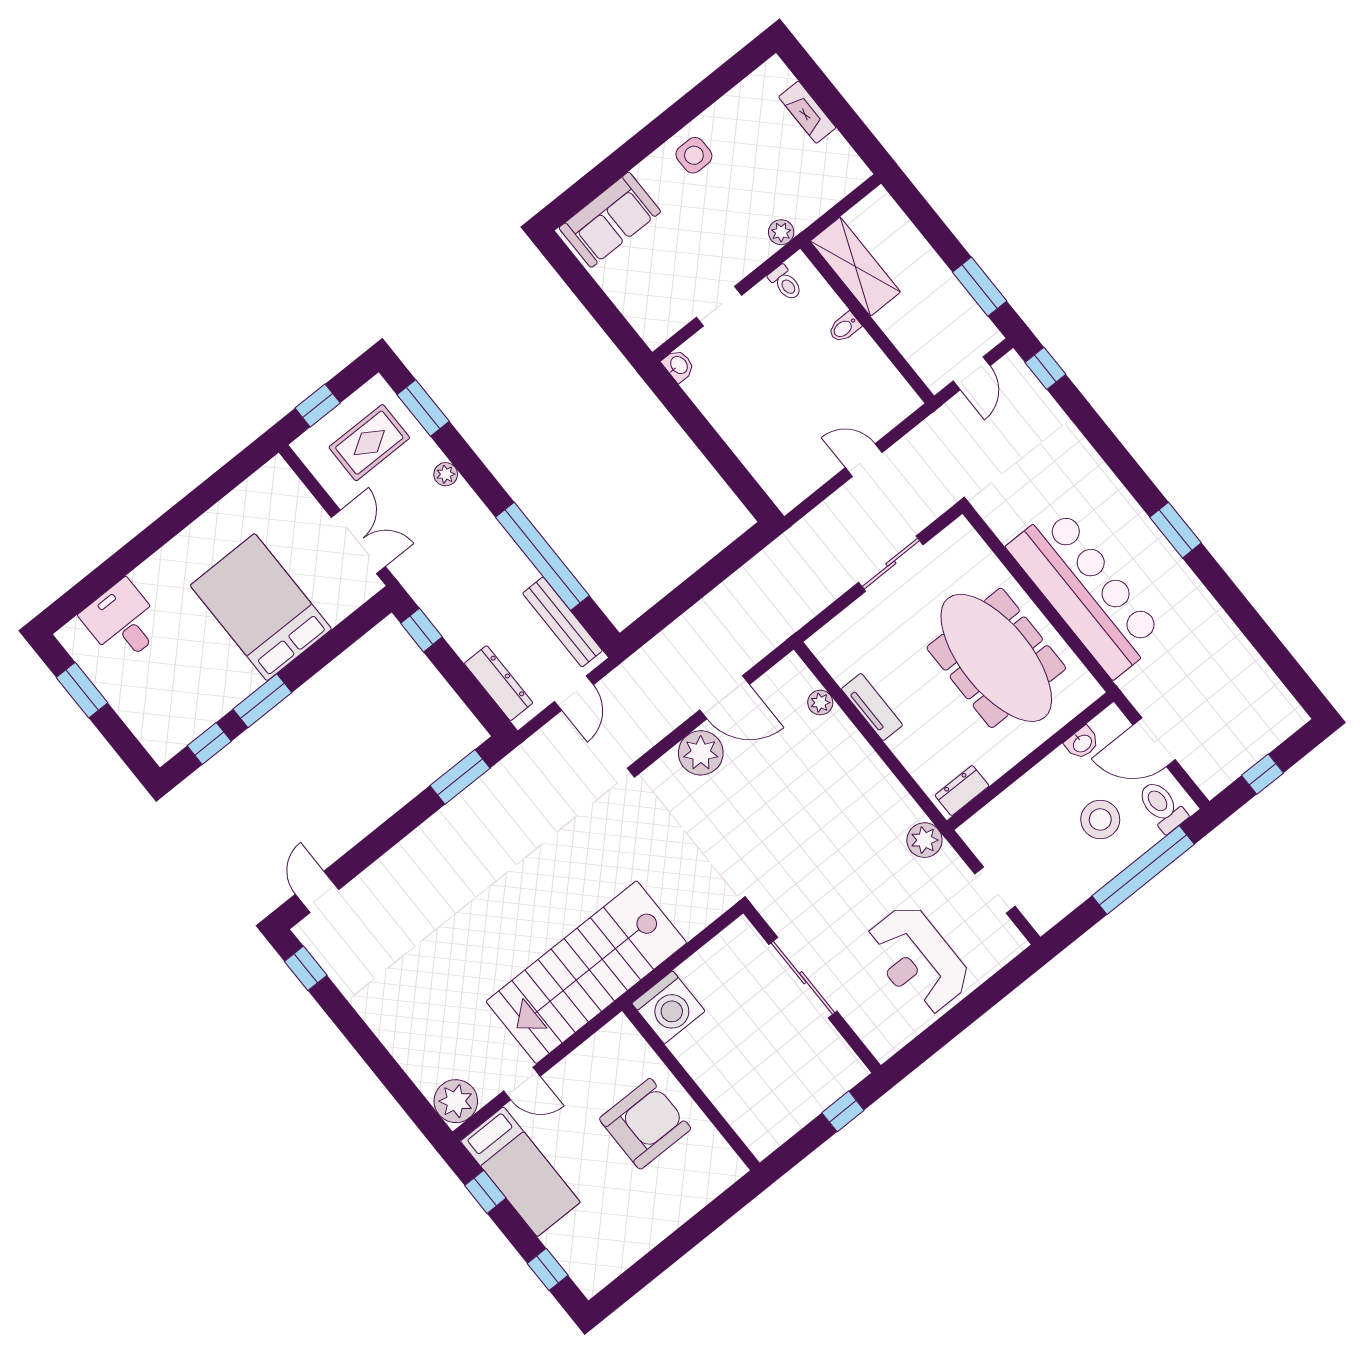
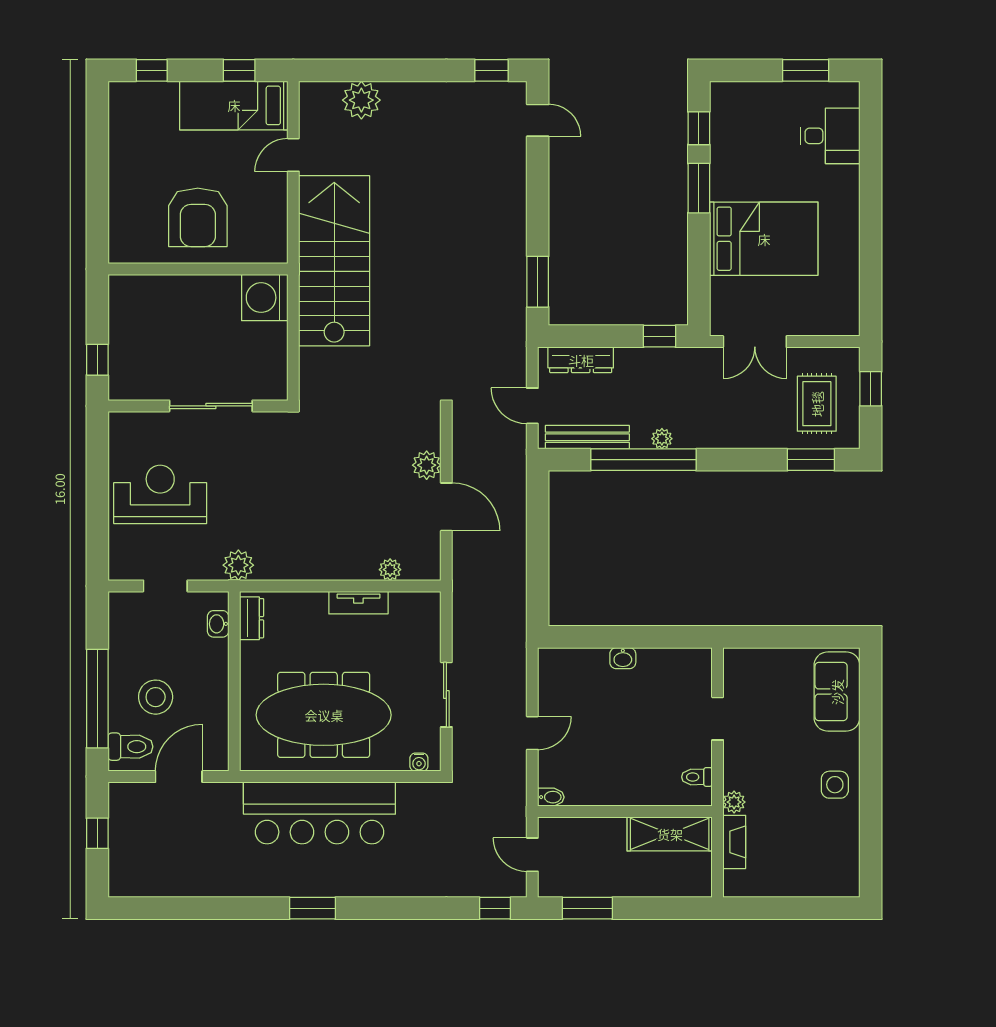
fireplace: (807, 112) -> (734, 842), moved, turned 90
bidet: (844, 327) -> (551, 797), moved, turned 90
washbasin: (678, 365) -> (623, 658), moved
plant: (446, 474) -> (662, 439), moved
water cooler: (970, 540) -> (419, 762), added
door: (725, 697) -> (446, 507), swing flipped
washbasin: (1082, 743) -> (218, 624), moved
plant: (701, 753) -> (427, 465), width x0.73, depth x0.73
plant: (456, 1101) -> (361, 100), moved

